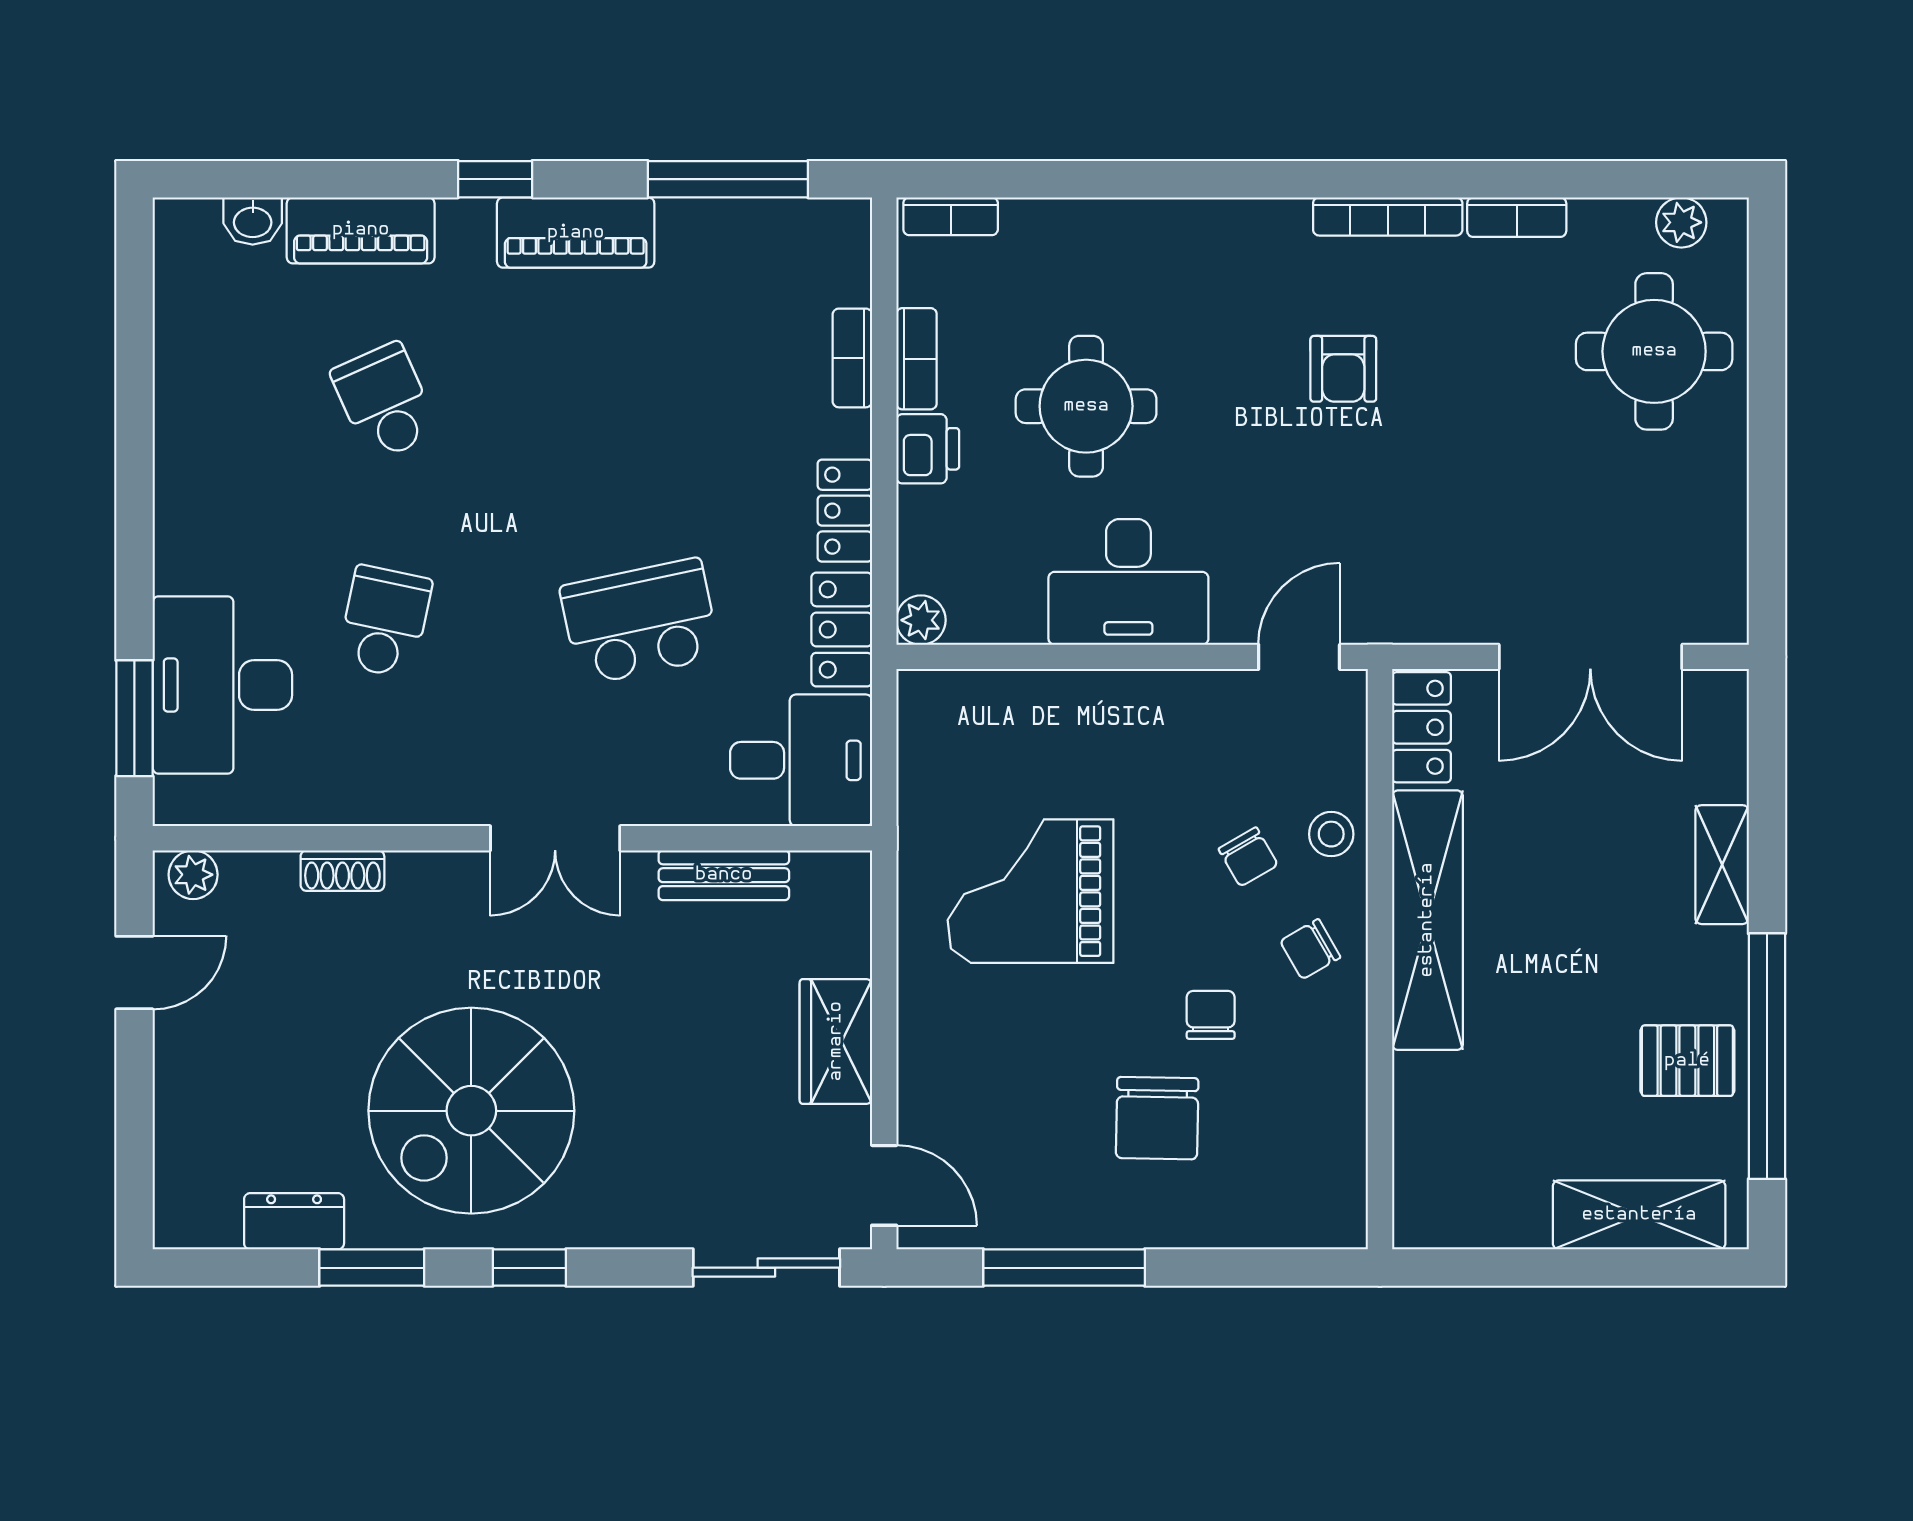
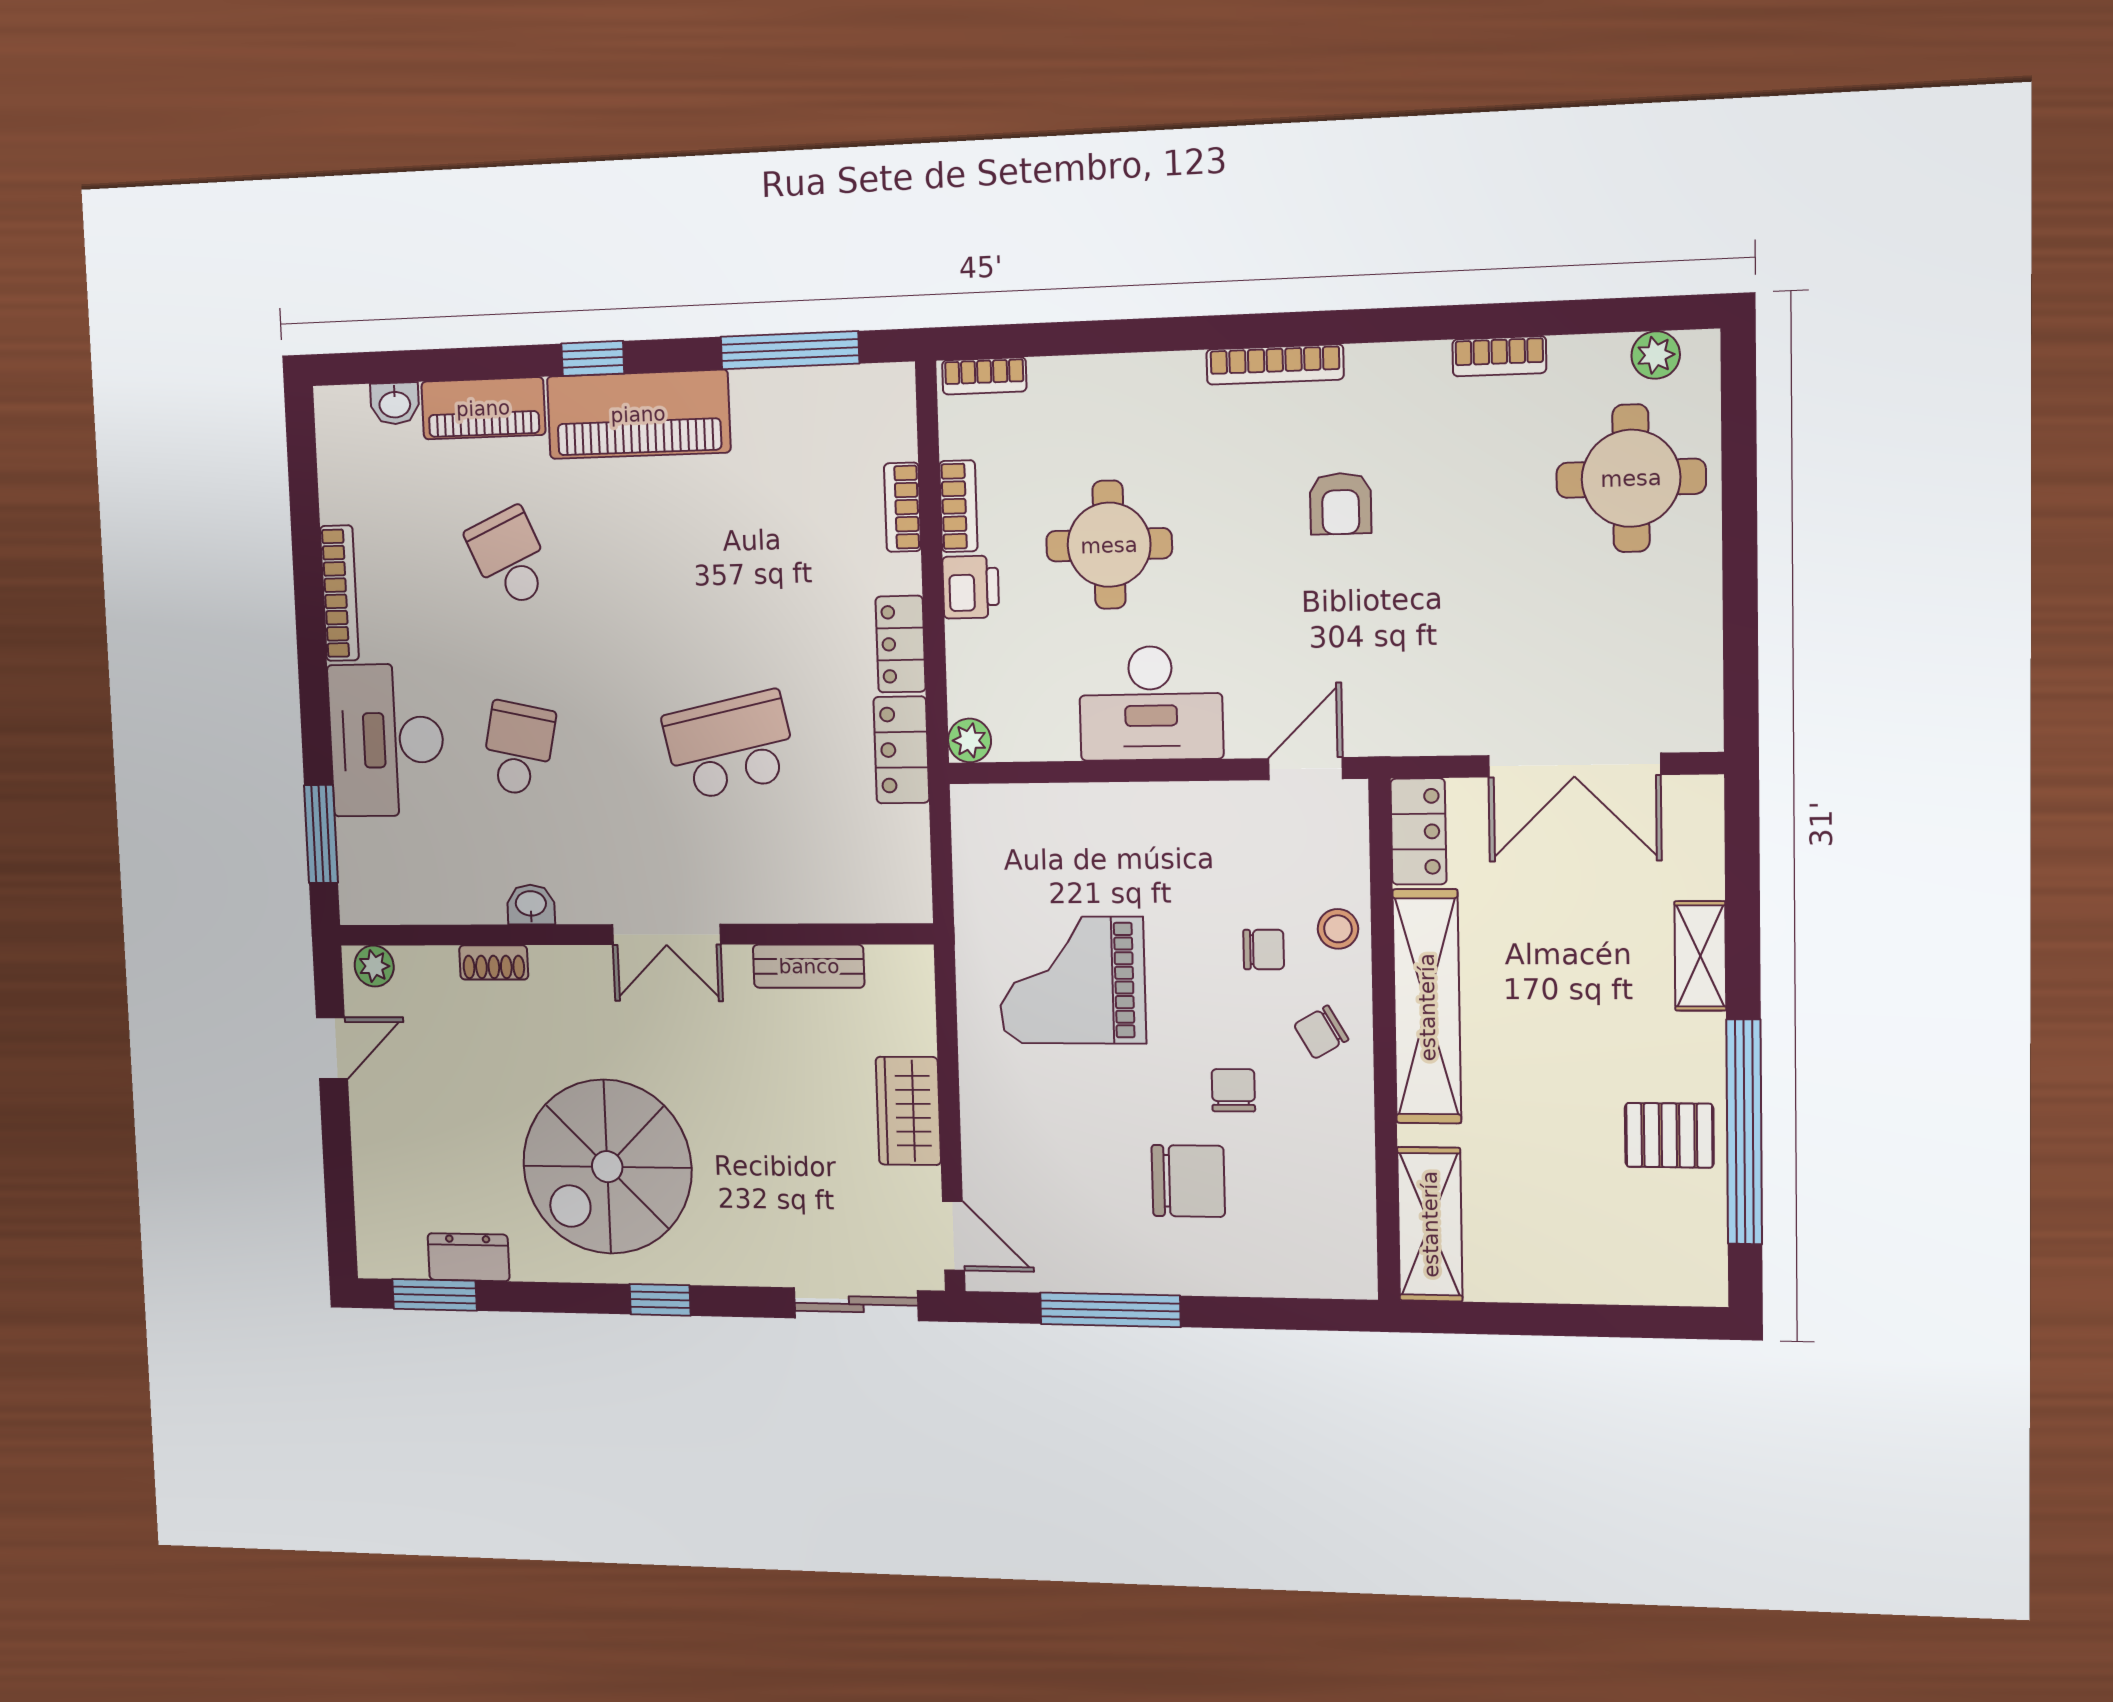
bookcase: (1388, 216) -> (1275, 364), moved
piano: (576, 233) -> (638, 414), width x1.37, depth x1.33
bookcase: (173, 437) -> (339, 593), added
desk: (222, 685) -> (386, 740), moved
desk: (801, 760) -> (870, 866), removed
washbasin: (392, 803) -> (531, 905), added
chair: (1248, 857) -> (1264, 950), turned -60
chair: (1157, 1118) -> (1188, 1181), turned -91
shelving: (1639, 1215) -> (1430, 1224), moved, turned 90
window: (372, 1268) -> (434, 1295), moved

